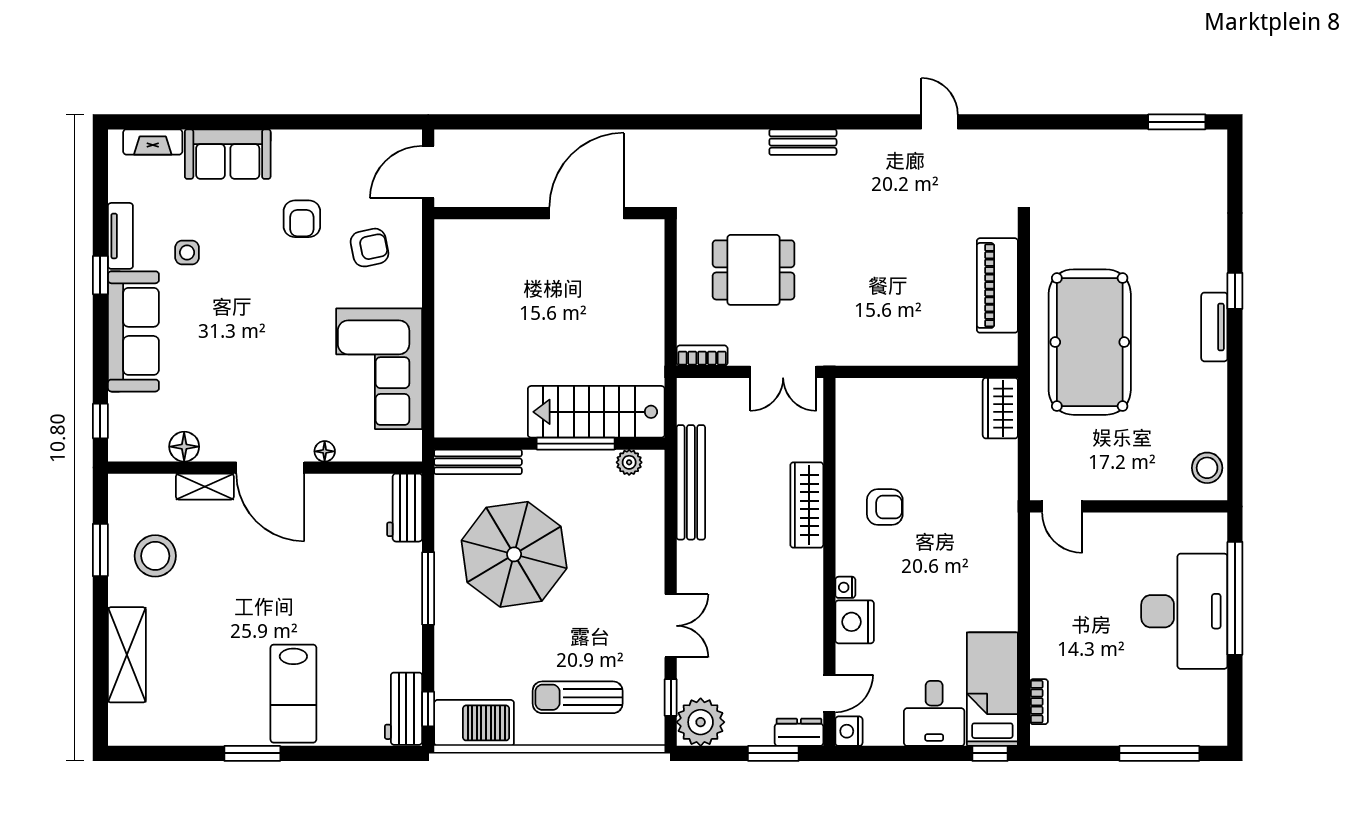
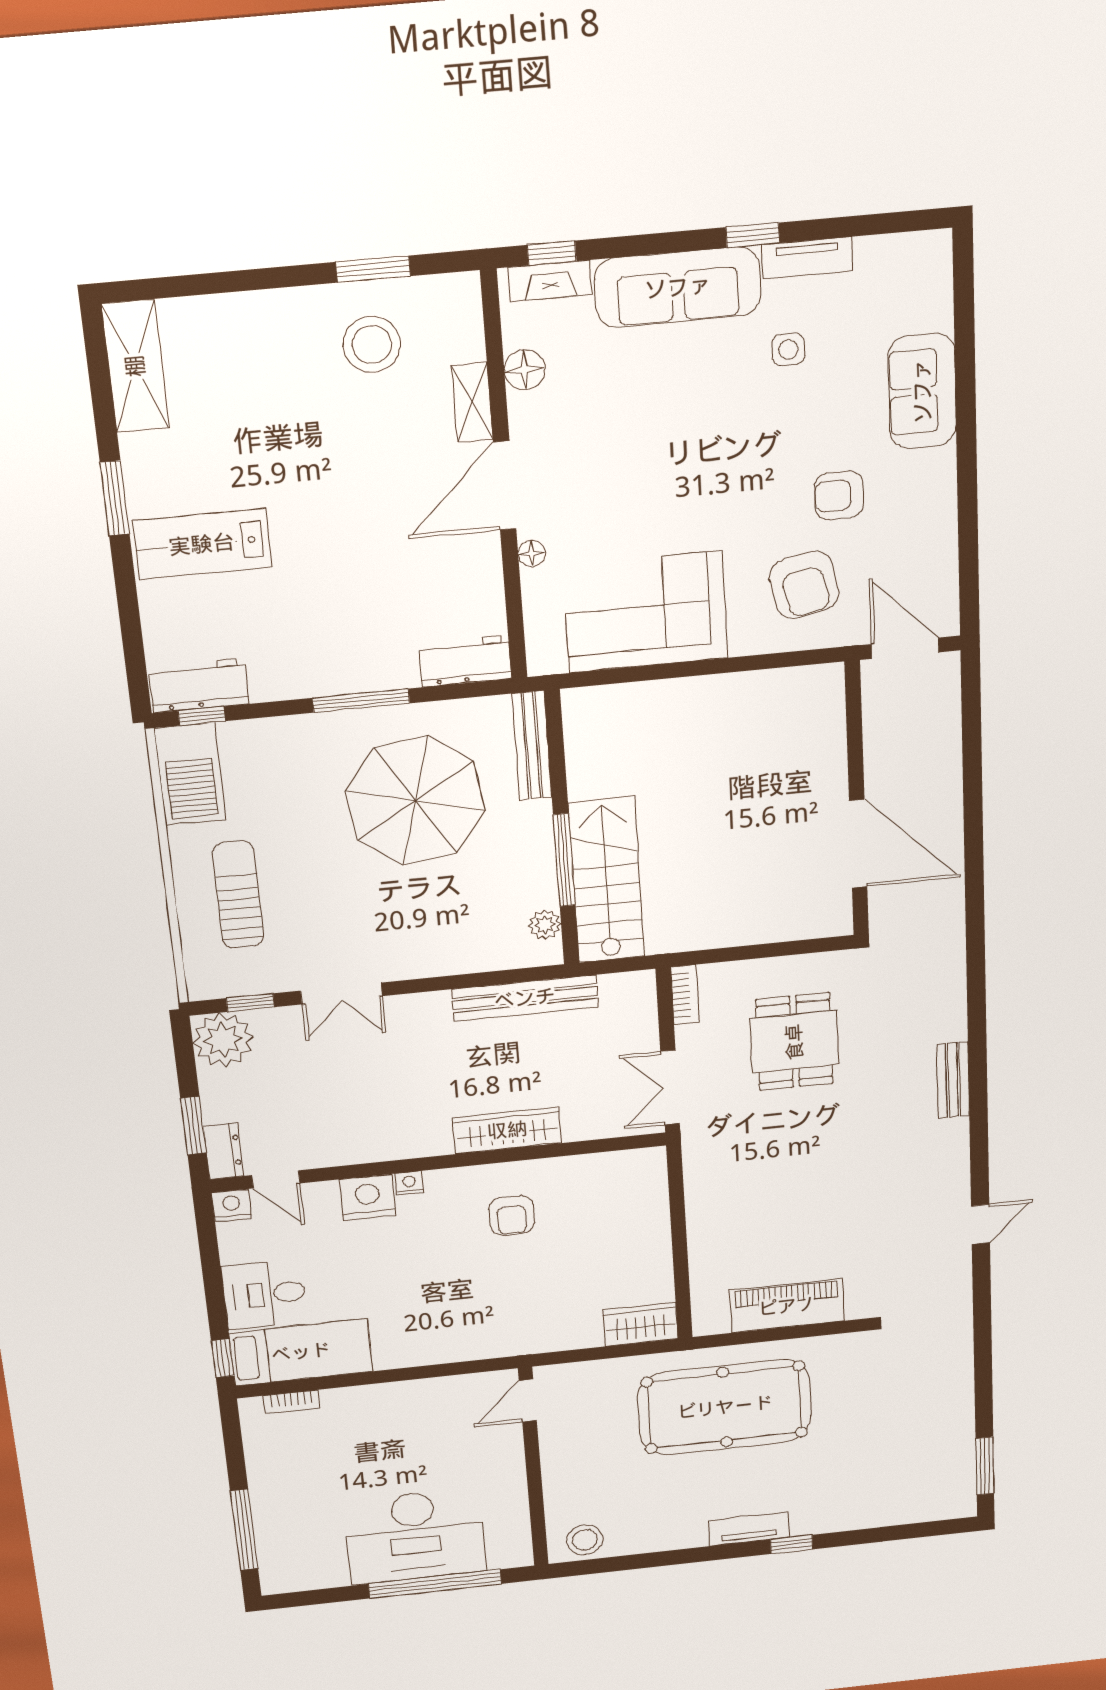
fireplace: (153, 142) -> (550, 281), moved, turned -90
armchair: (369, 248) -> (804, 585), width x1.38, depth x1.38
shelving: (127, 655) -> (135, 366), moved, turned 90

